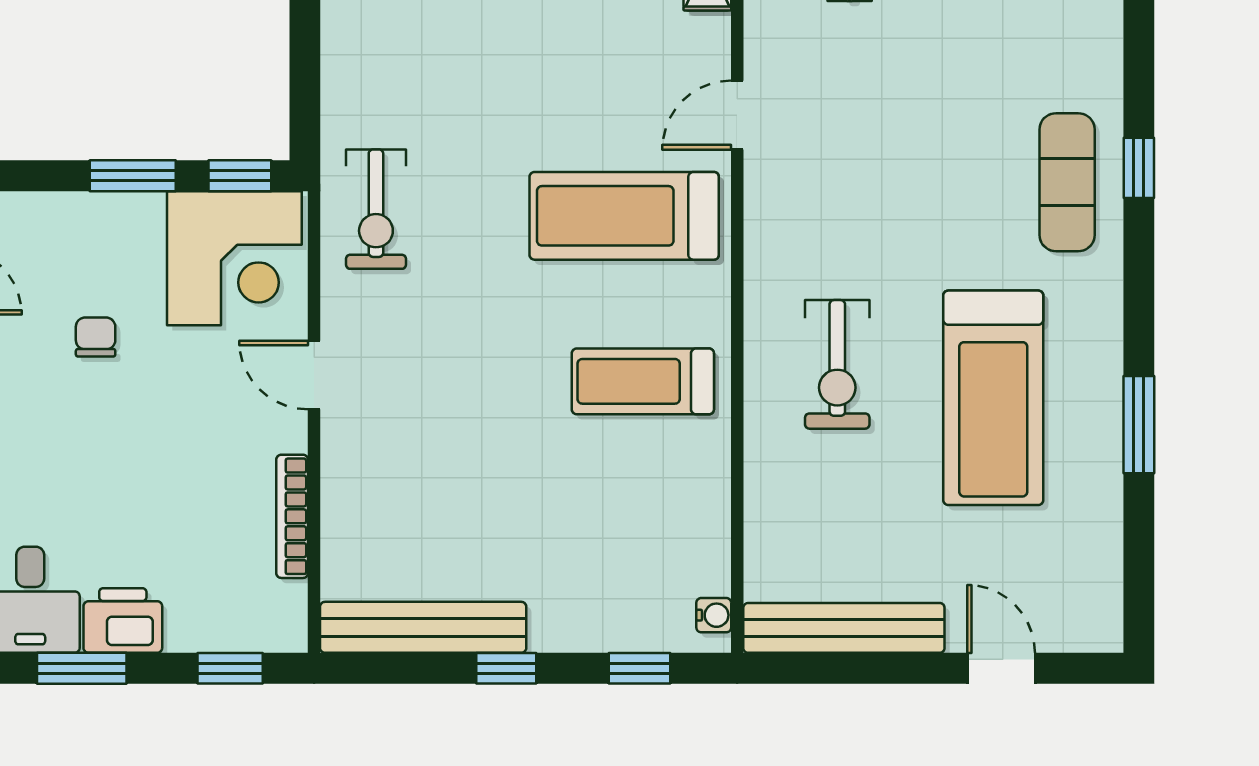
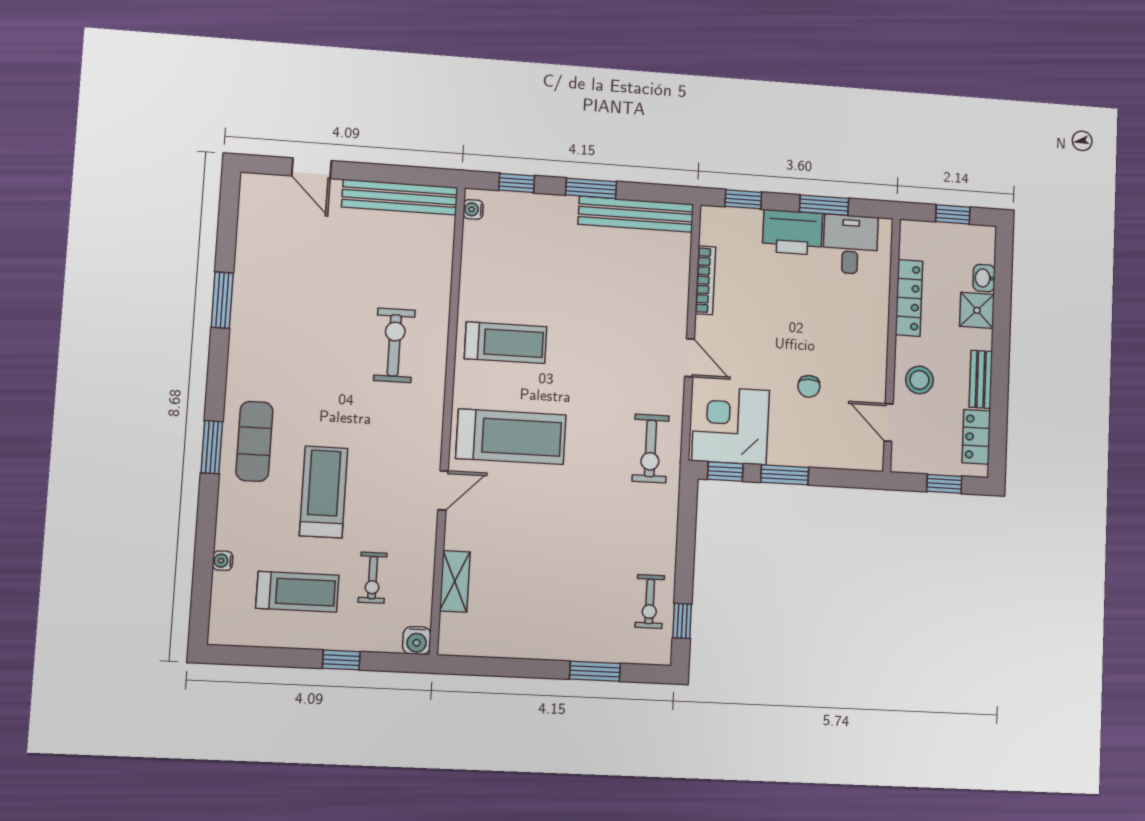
window: (1139, 168) -> (212, 447), width x1.50
exercise bike: (376, 209) -> (651, 448), turned 180
treadmill: (993, 398) -> (324, 492), moved, width x0.73, depth x0.73
printer: (123, 621) -> (793, 232), width x1.37, depth x1.19
window: (506, 668) -> (591, 188), width x1.50

